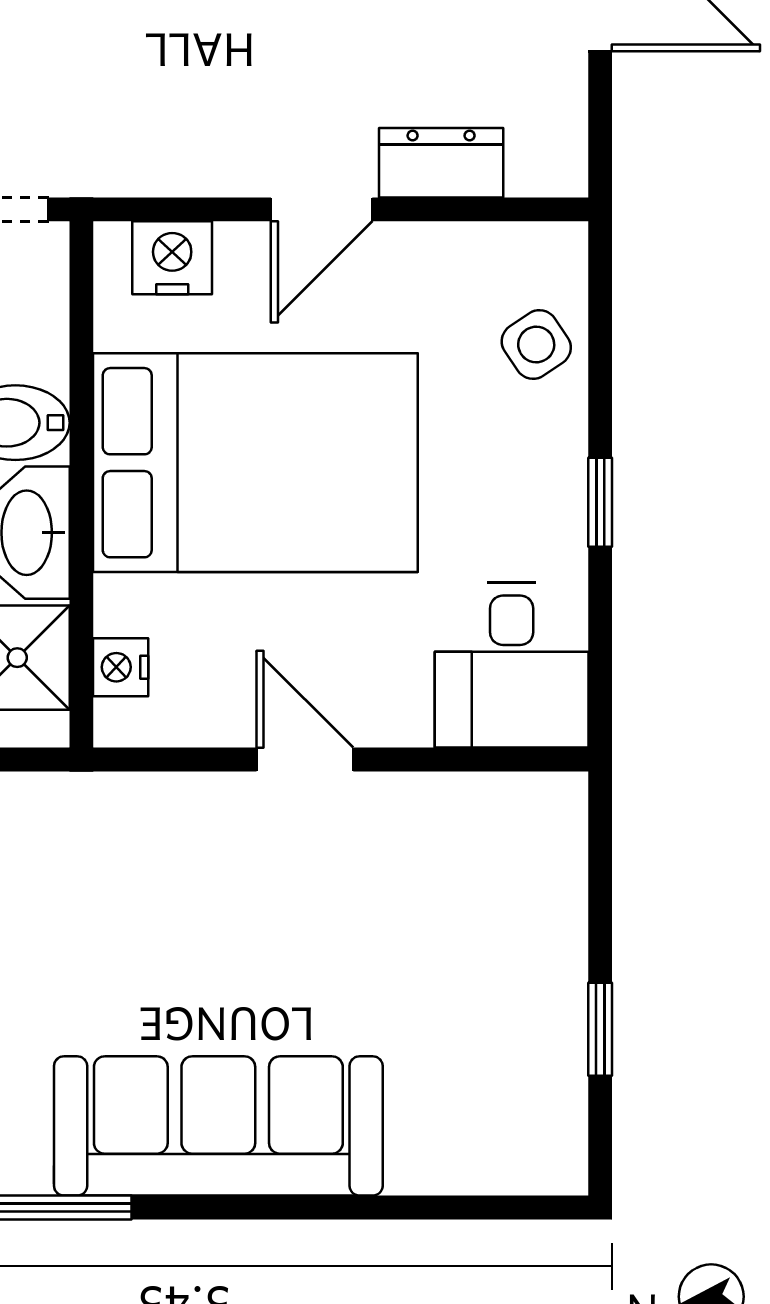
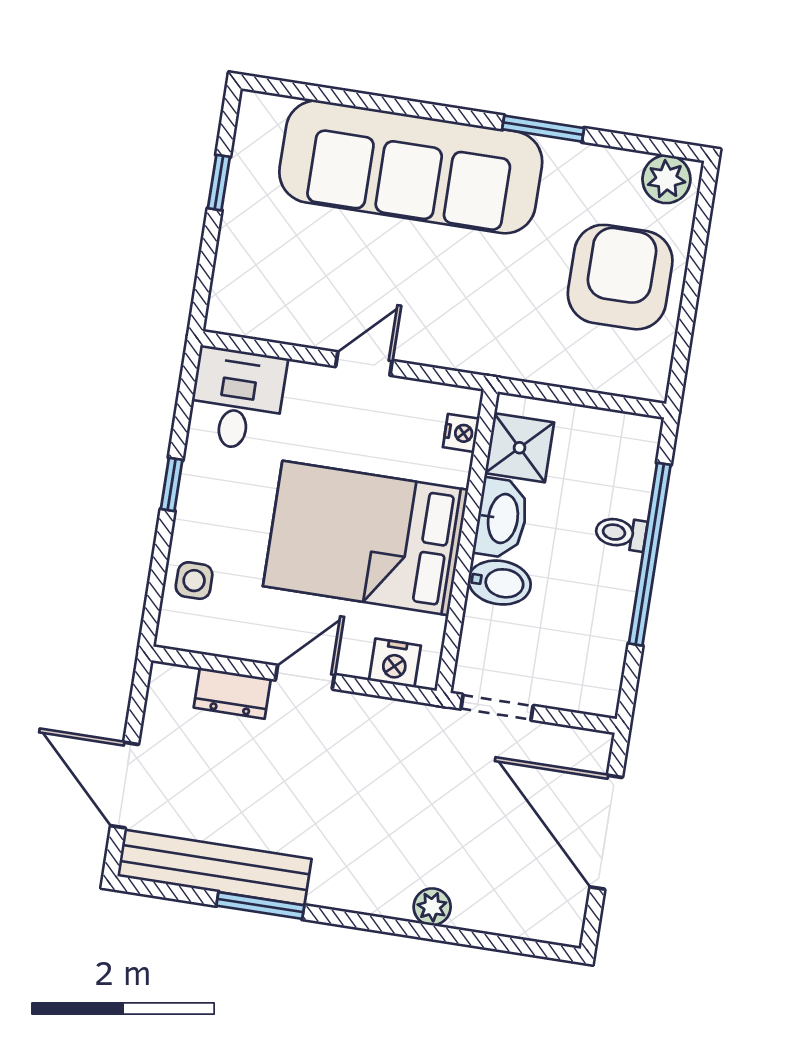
side table: (536, 344) -> (194, 581), turned 34
door: (305, 759) -> (364, 364), swing flipped
sofa: (218, 1126) -> (411, 167), width x1.36, depth x1.27

